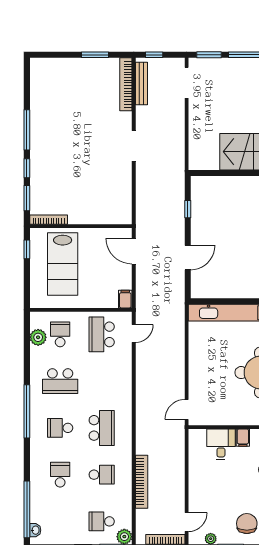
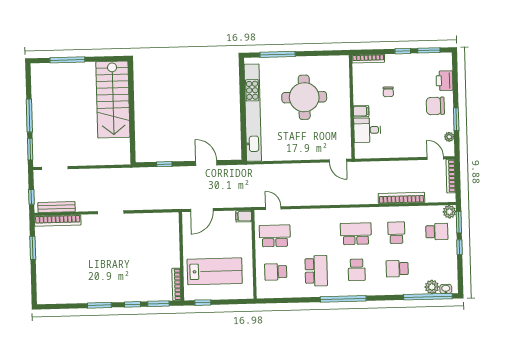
window: (27, 130) -> (99, 305), width x0.69
school desk: (102, 334) -> (275, 236), turned 180
plant: (38, 337) -> (432, 287), moved
school desk: (102, 521) -> (437, 232), turned -90

